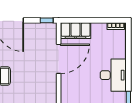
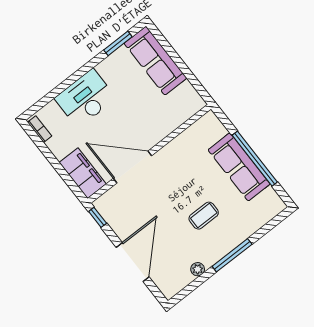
desk: (113, 75) -> (85, 98), moved

